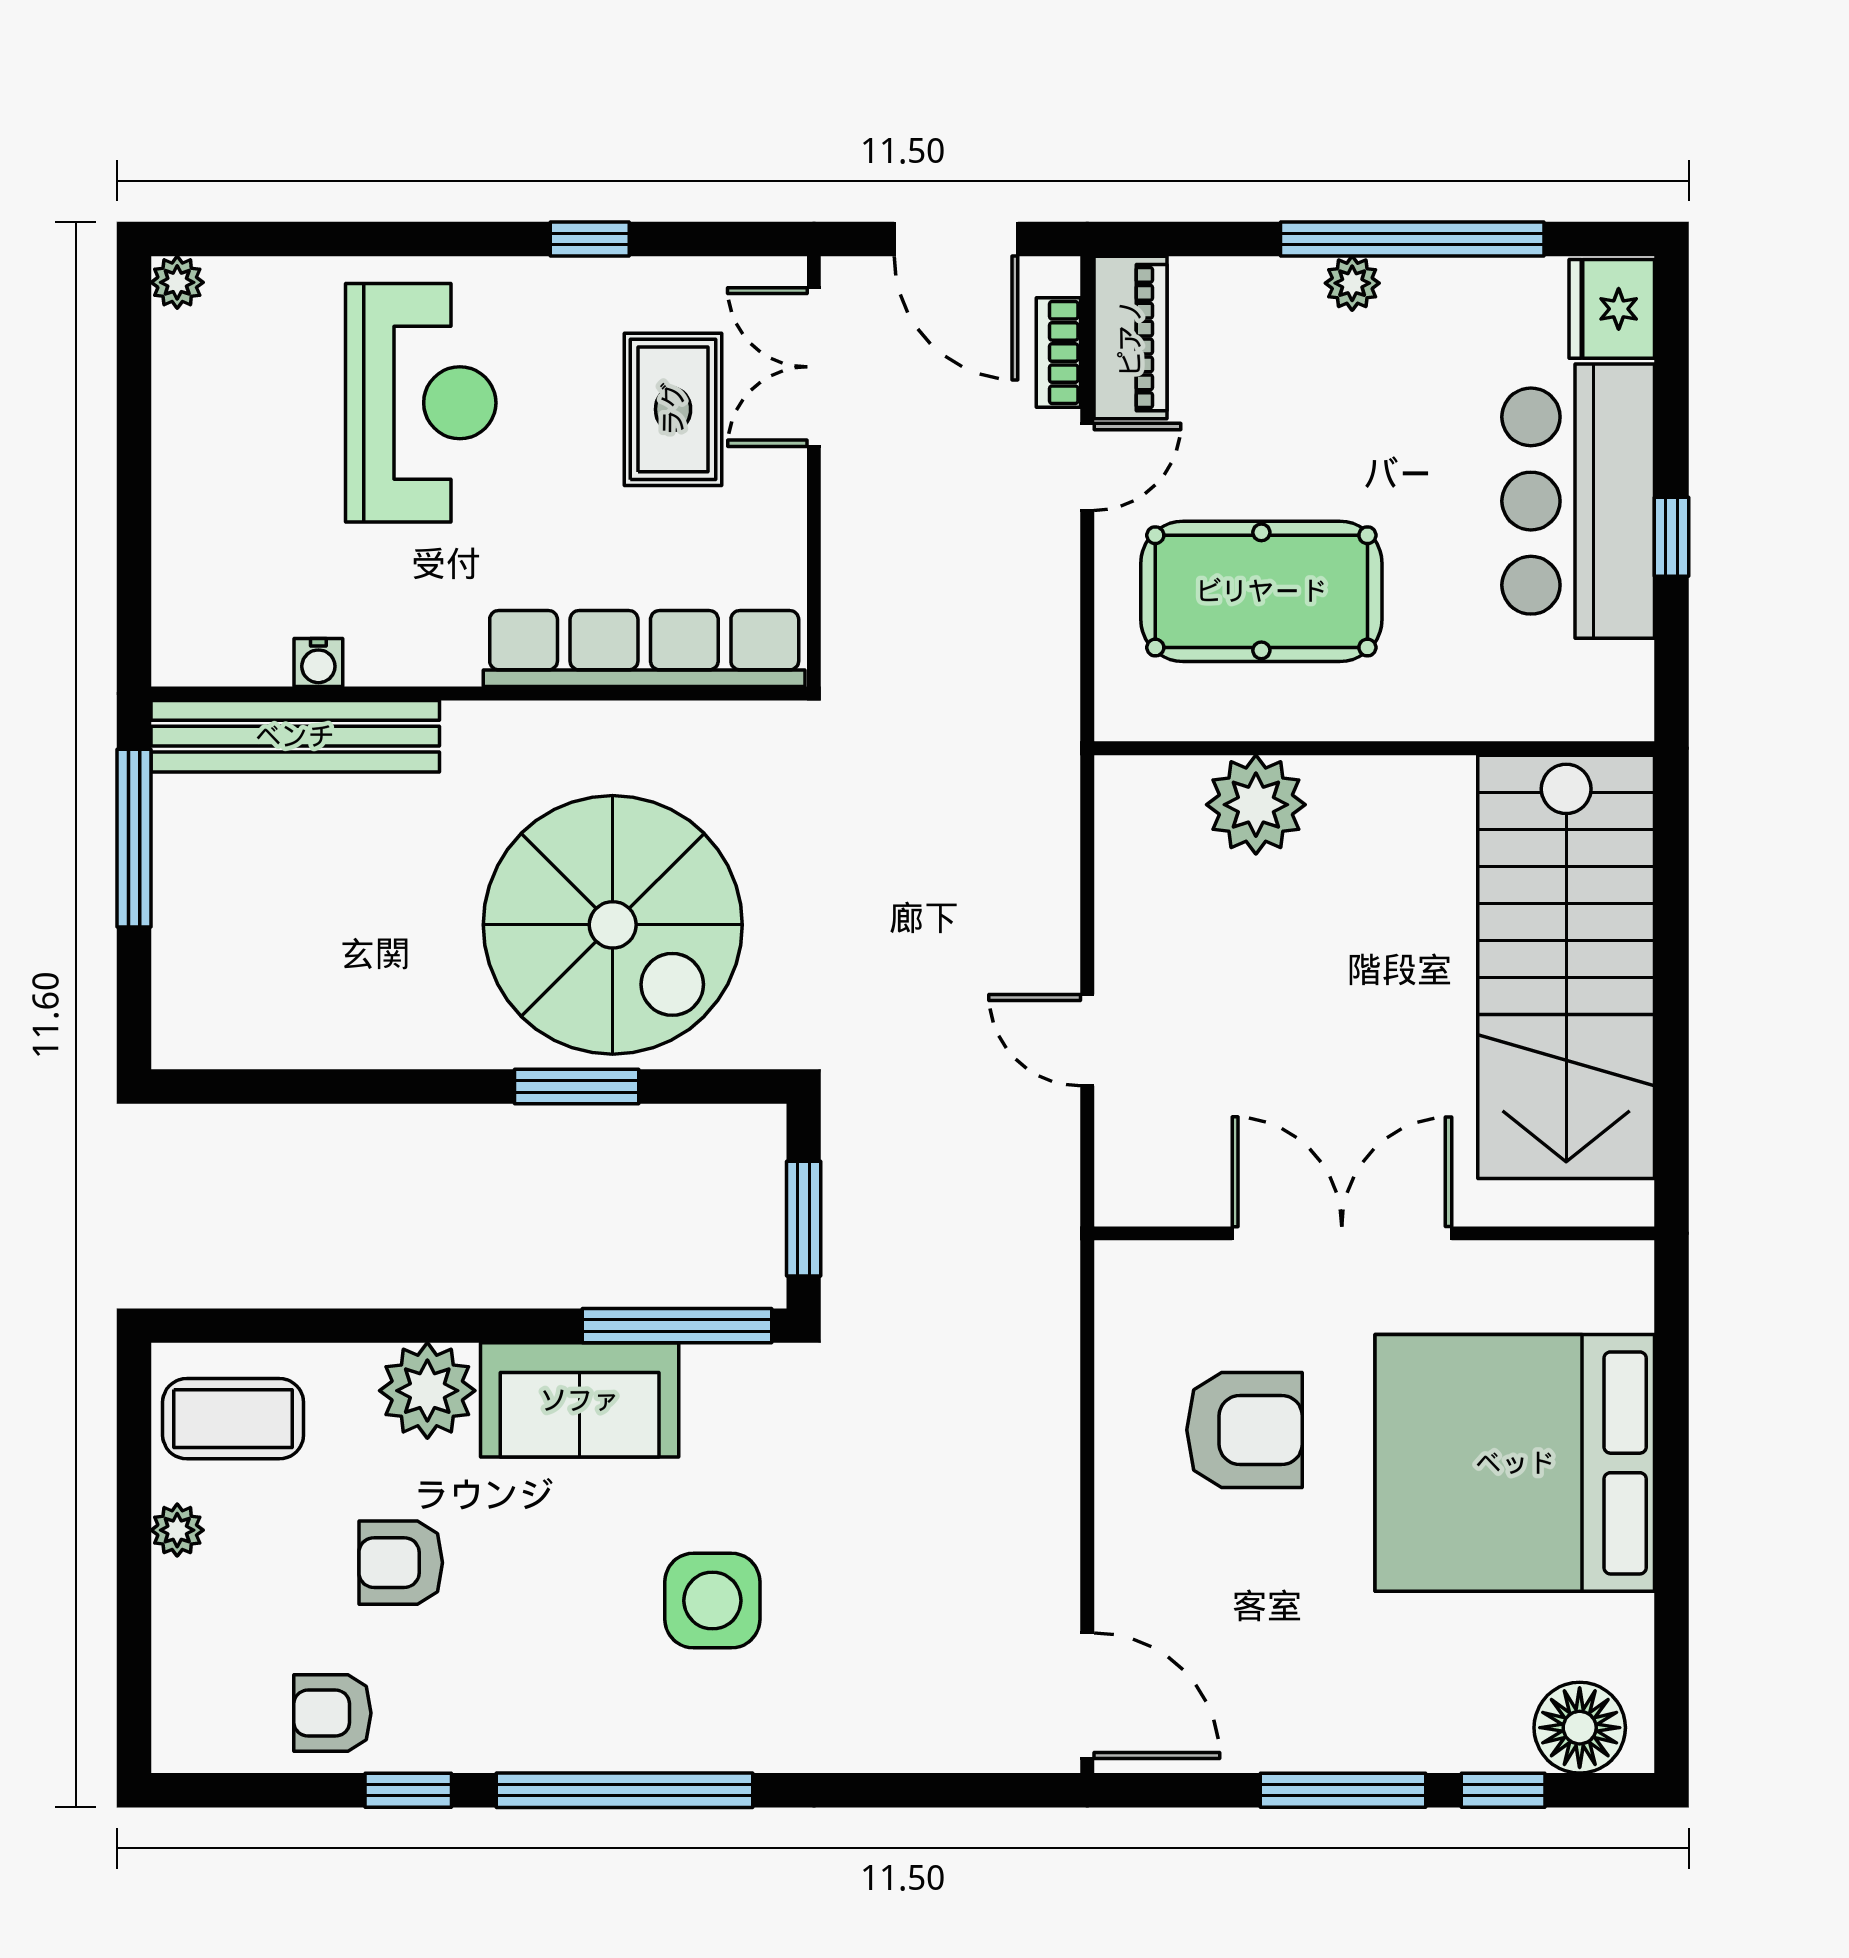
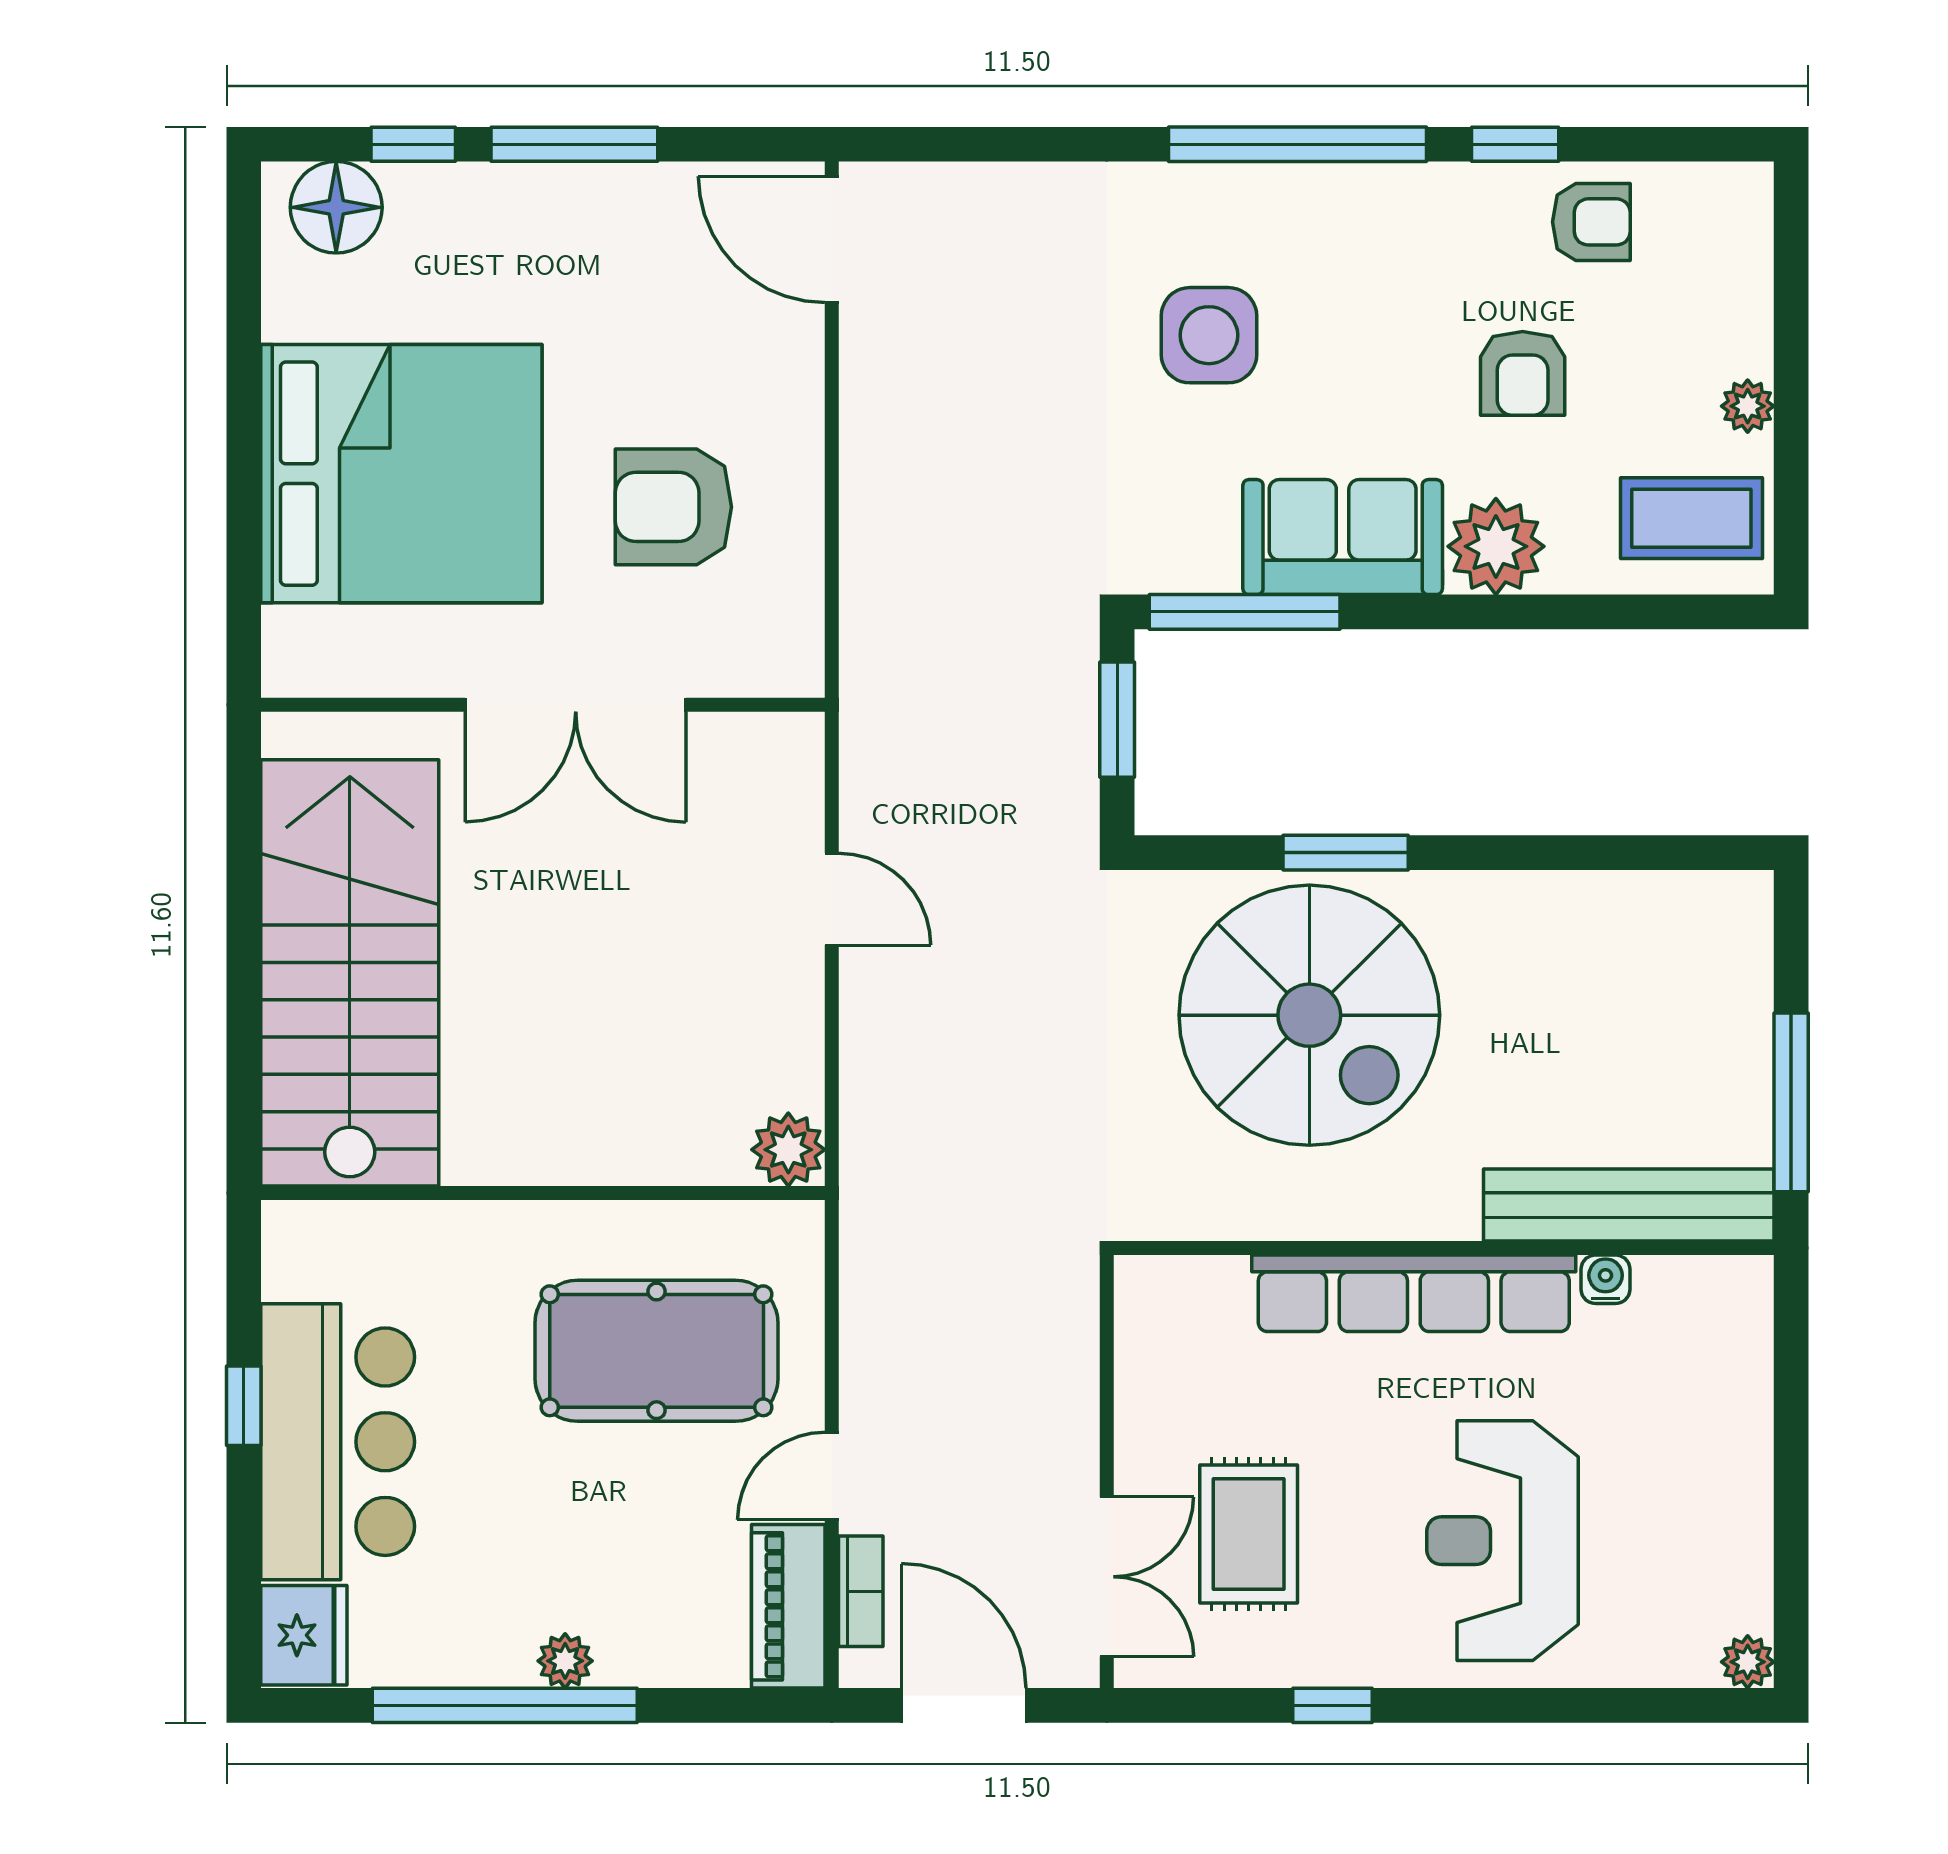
row of seats: (644, 649) -> (1414, 1293), moved
plant: (1256, 805) -> (788, 1150), moved, width x0.73, depth x0.73
spiral stairs: (613, 925) -> (1309, 1015), turned 180
armchair: (401, 1563) -> (1523, 373), turned 90

